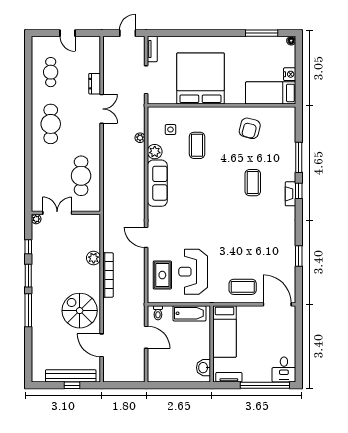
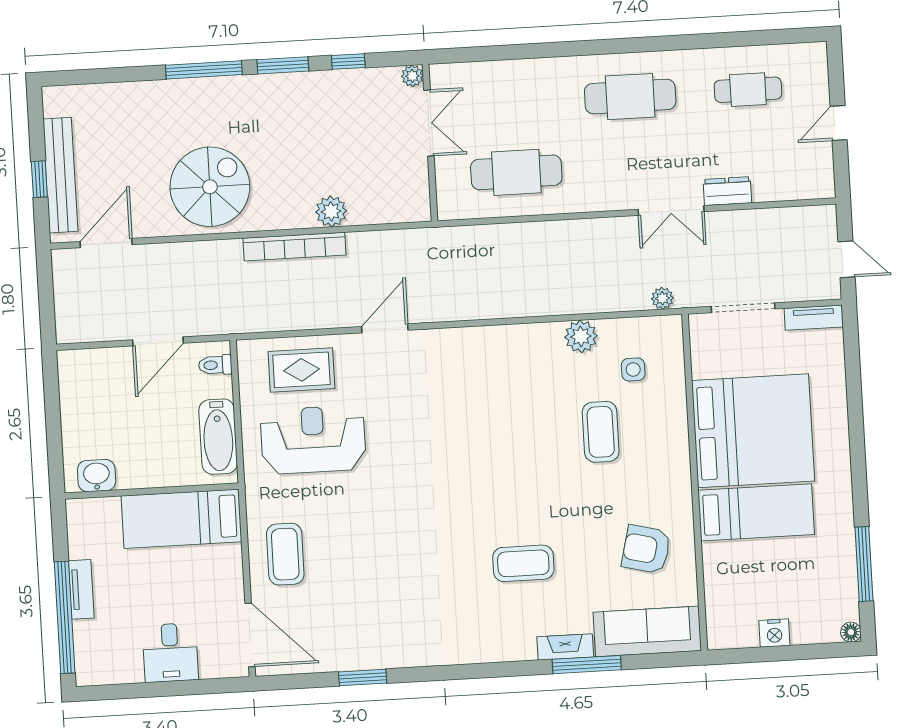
bed: (271, 93) -> (756, 512), moved, turned 90
plant: (140, 138) -> (662, 298), moved
coffee table: (197, 145) -> (601, 432), turned 90
sofa: (157, 183) -> (647, 631), moved, turned 180
window: (299, 191) -> (511, 669), removed
fireplace: (290, 194) -> (565, 647), moved
door: (277, 304) -> (250, 635), hinge flipped
door: (102, 345) -> (106, 243), moved
desk: (284, 369) -> (170, 653), moved, turned -90
tv unit: (229, 377) -> (81, 589), moved

